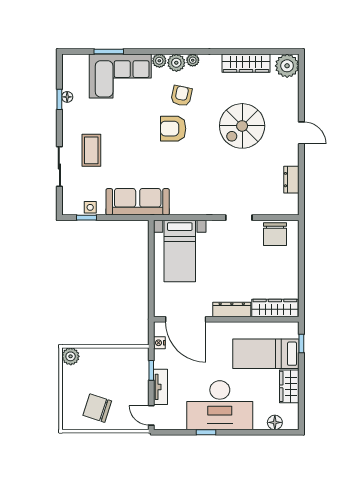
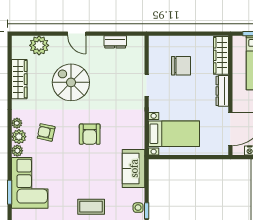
plant: (287, 66) -> (39, 45), moved
spiral stairs: (242, 126) -> (71, 82), turned 180
armchair: (173, 129) -> (90, 134), moved
door: (301, 133) -> (77, 34), swing flipped
sofa: (138, 202) -> (134, 168), width x0.73
chair: (275, 234) -> (181, 66), moved

